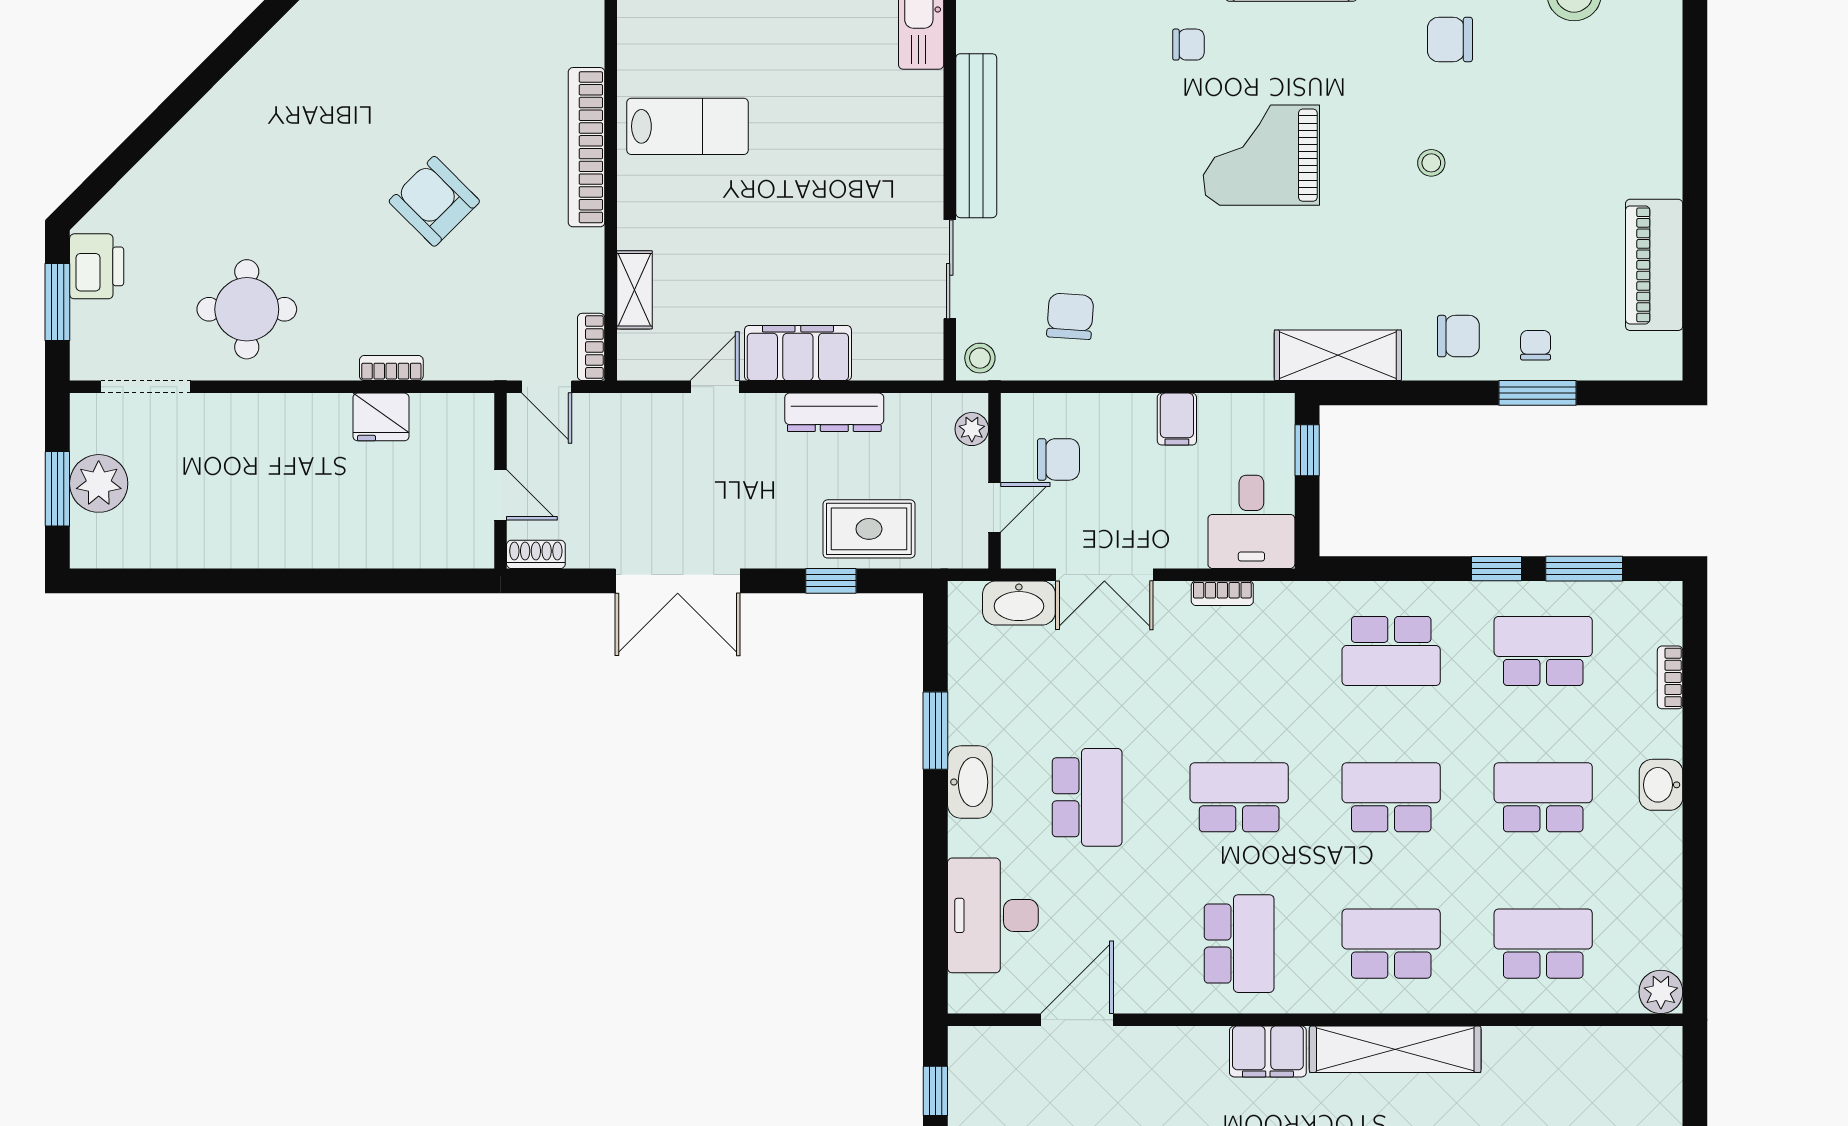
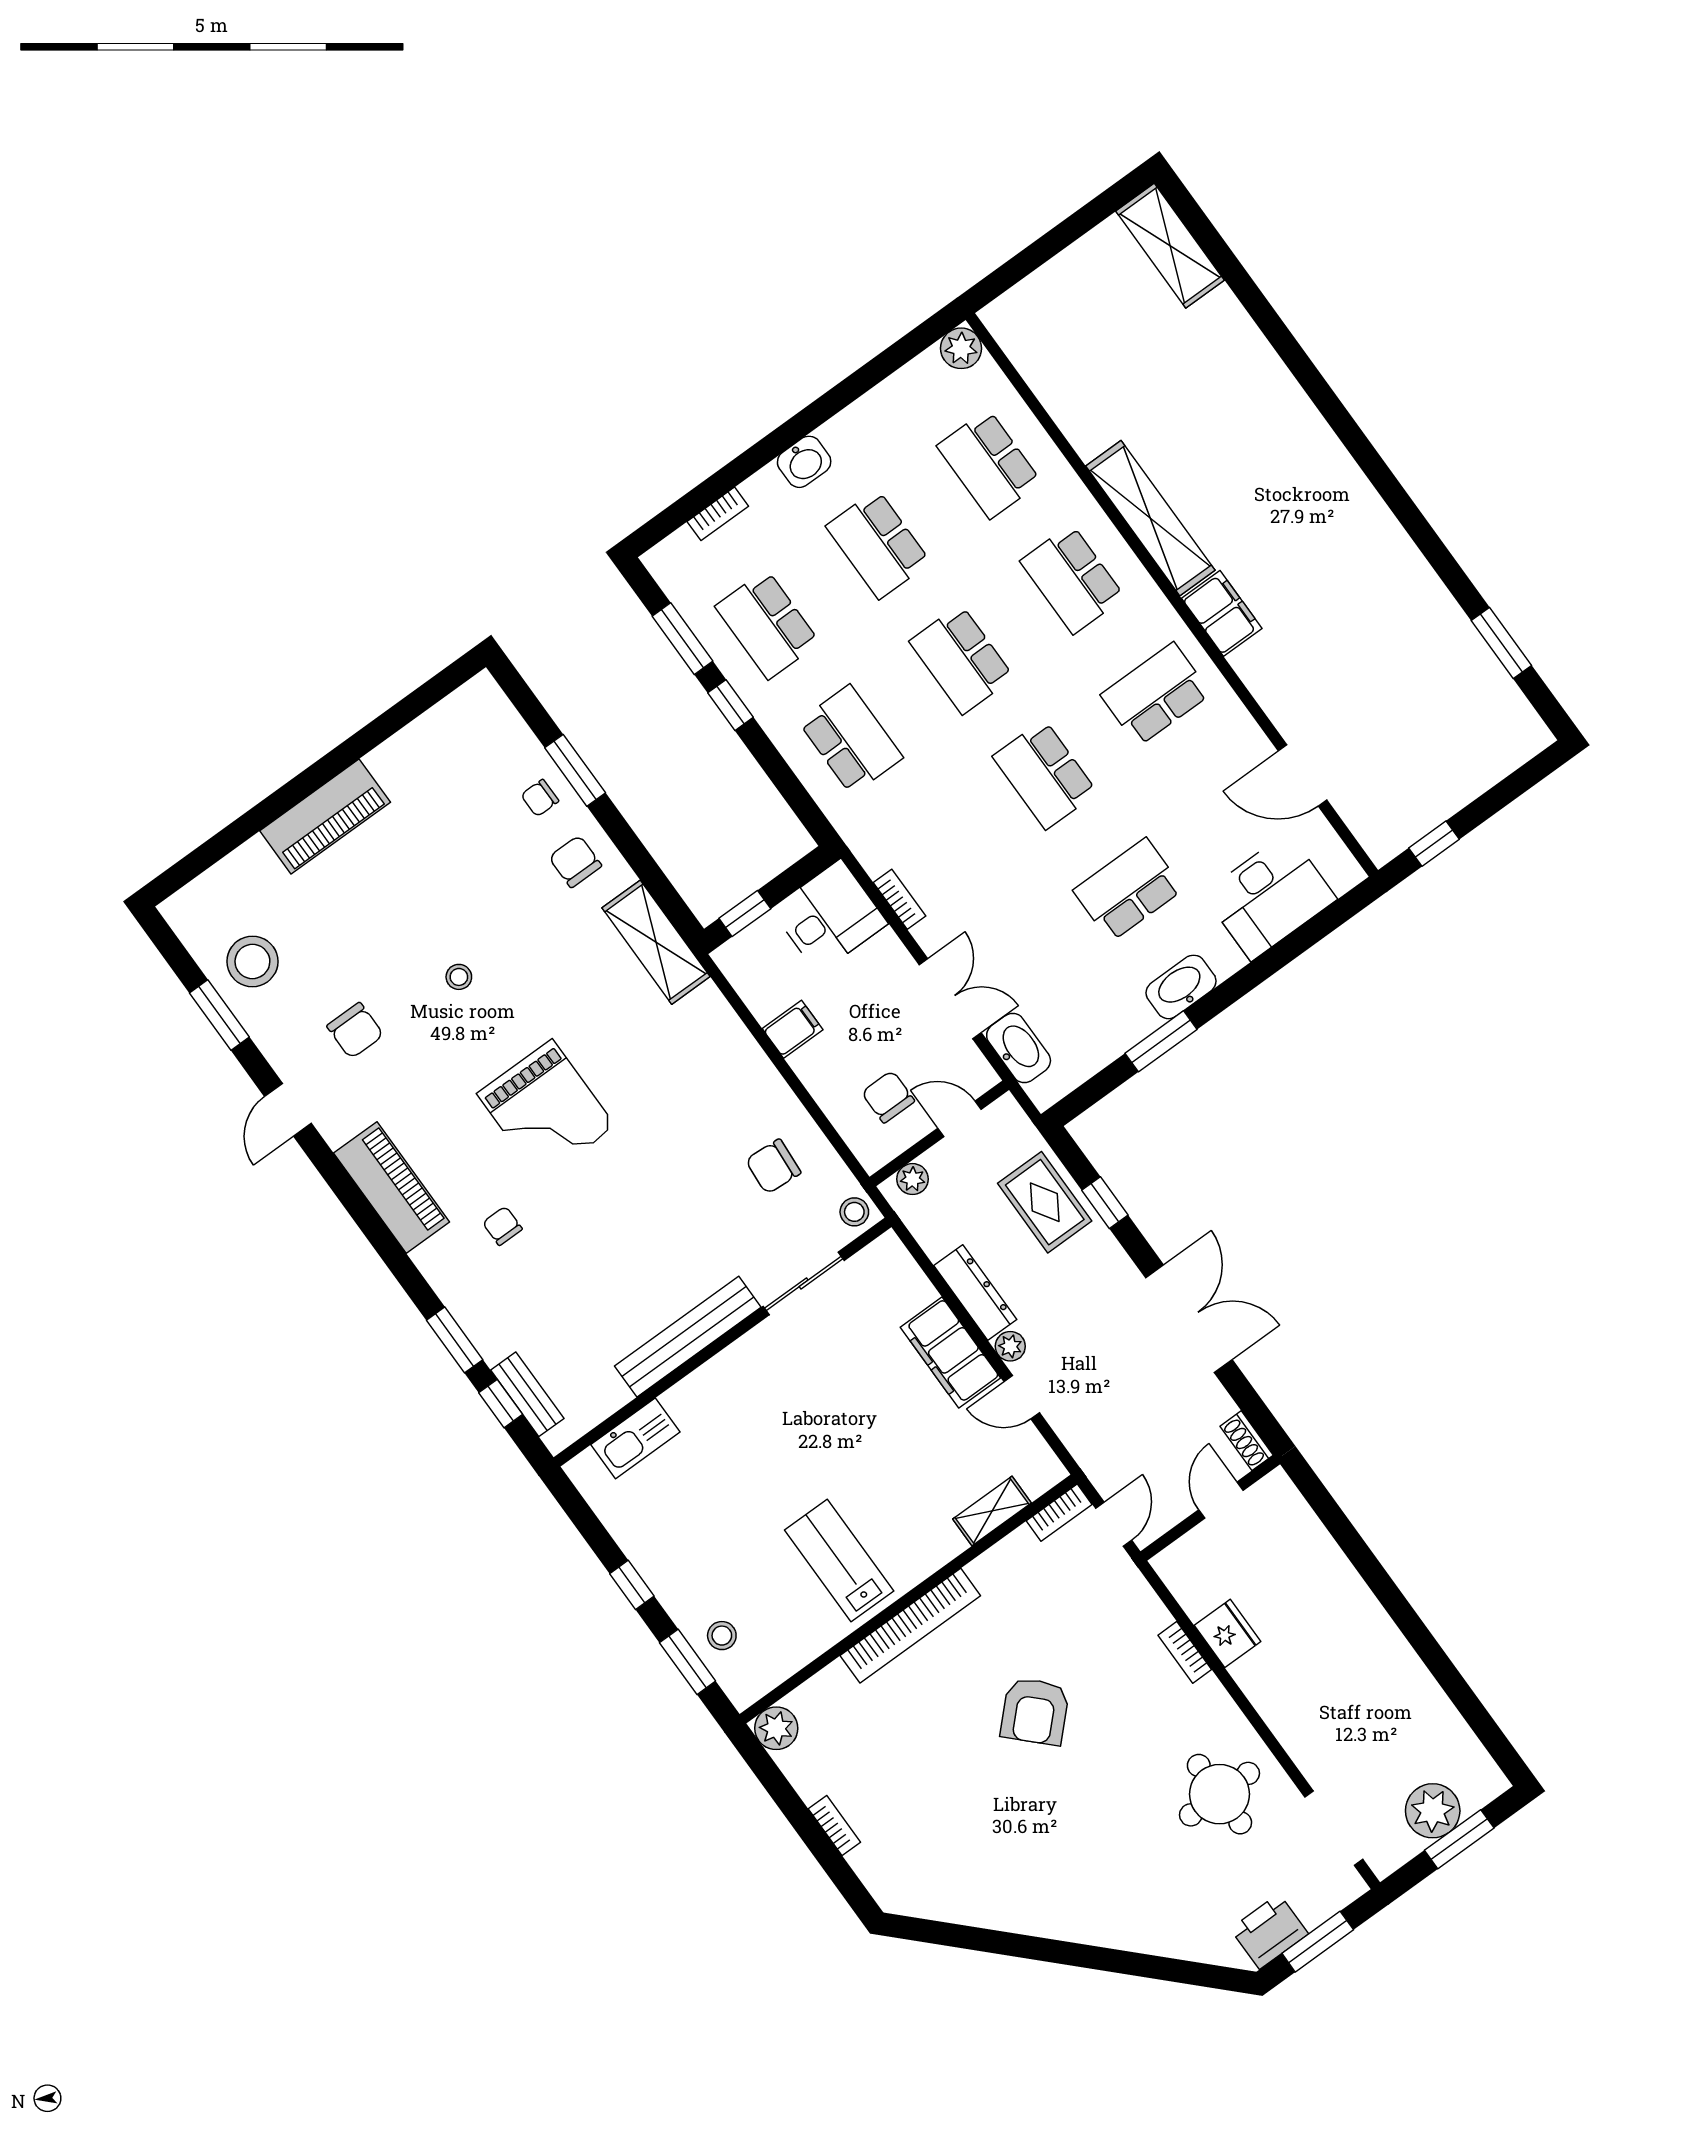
piano: (1654, 265) -> (325, 817), moved
plant: (766, 409) -> (1010, 1346), added

